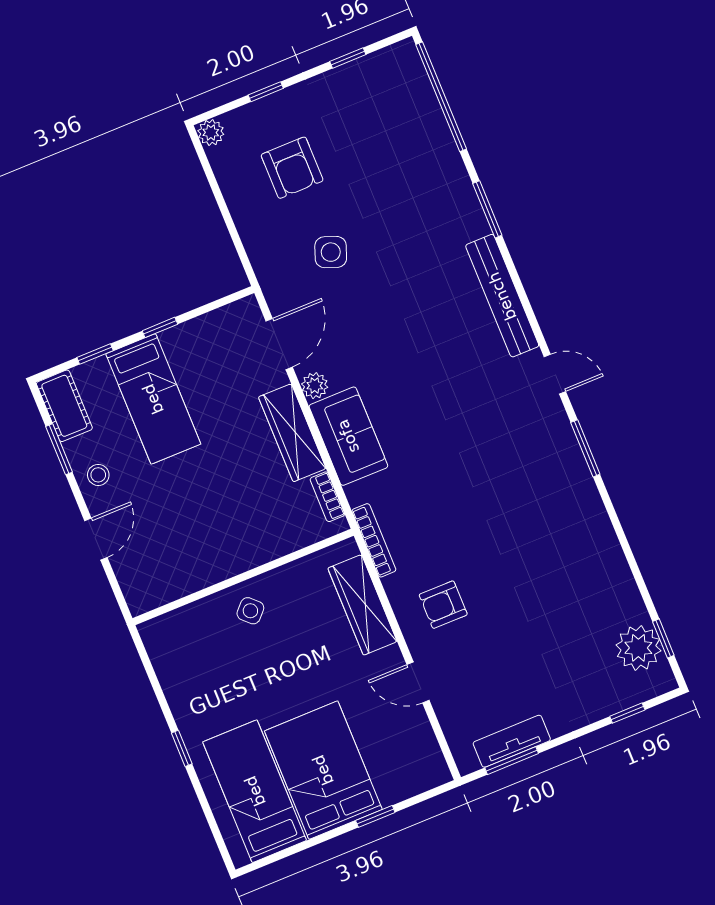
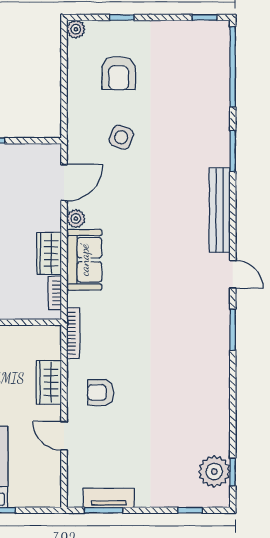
window: (348, 58) -> (204, 17), moved
wardrobe: (292, 433) -> (49, 253), width x0.67
wardrobe: (362, 605) -> (49, 382), width x0.67

